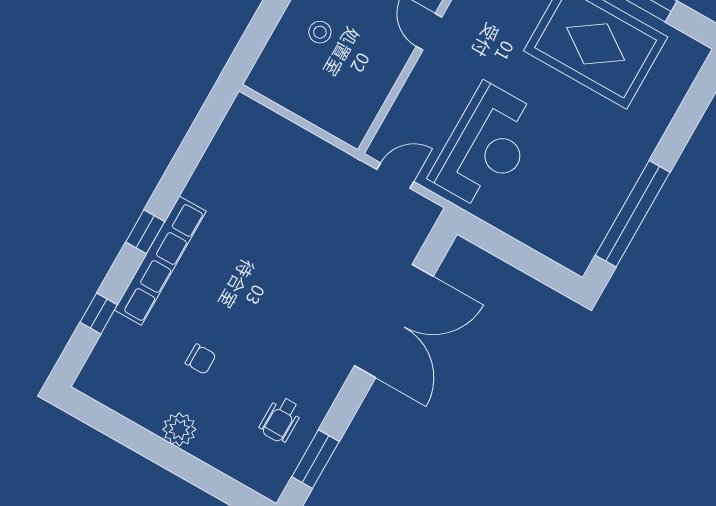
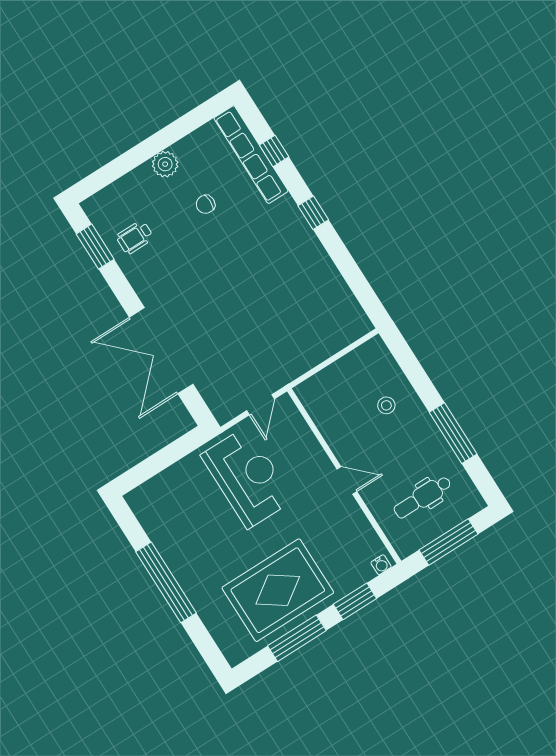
reception desk: (486, 147) -> (247, 478), turned 180
window: (633, 214) -> (166, 582), moved
row of seats: (160, 261) -> (251, 155), moved
wheelchair: (281, 420) -> (135, 237), turned -90

